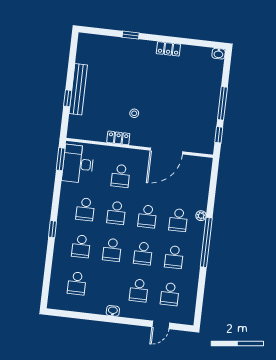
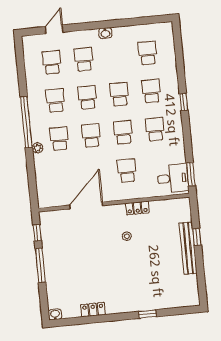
locker: (168, 49) -> (93, 310), moved
desk: (78, 164) -> (173, 178), width x0.73

